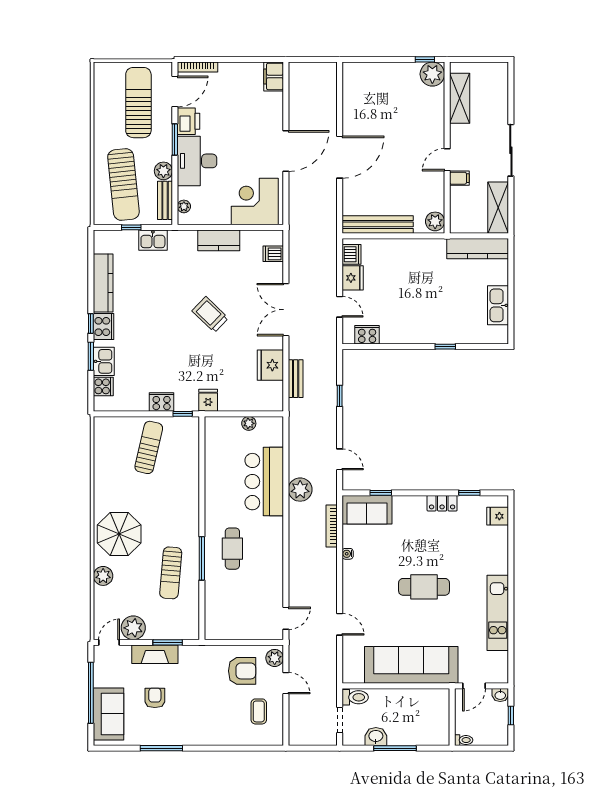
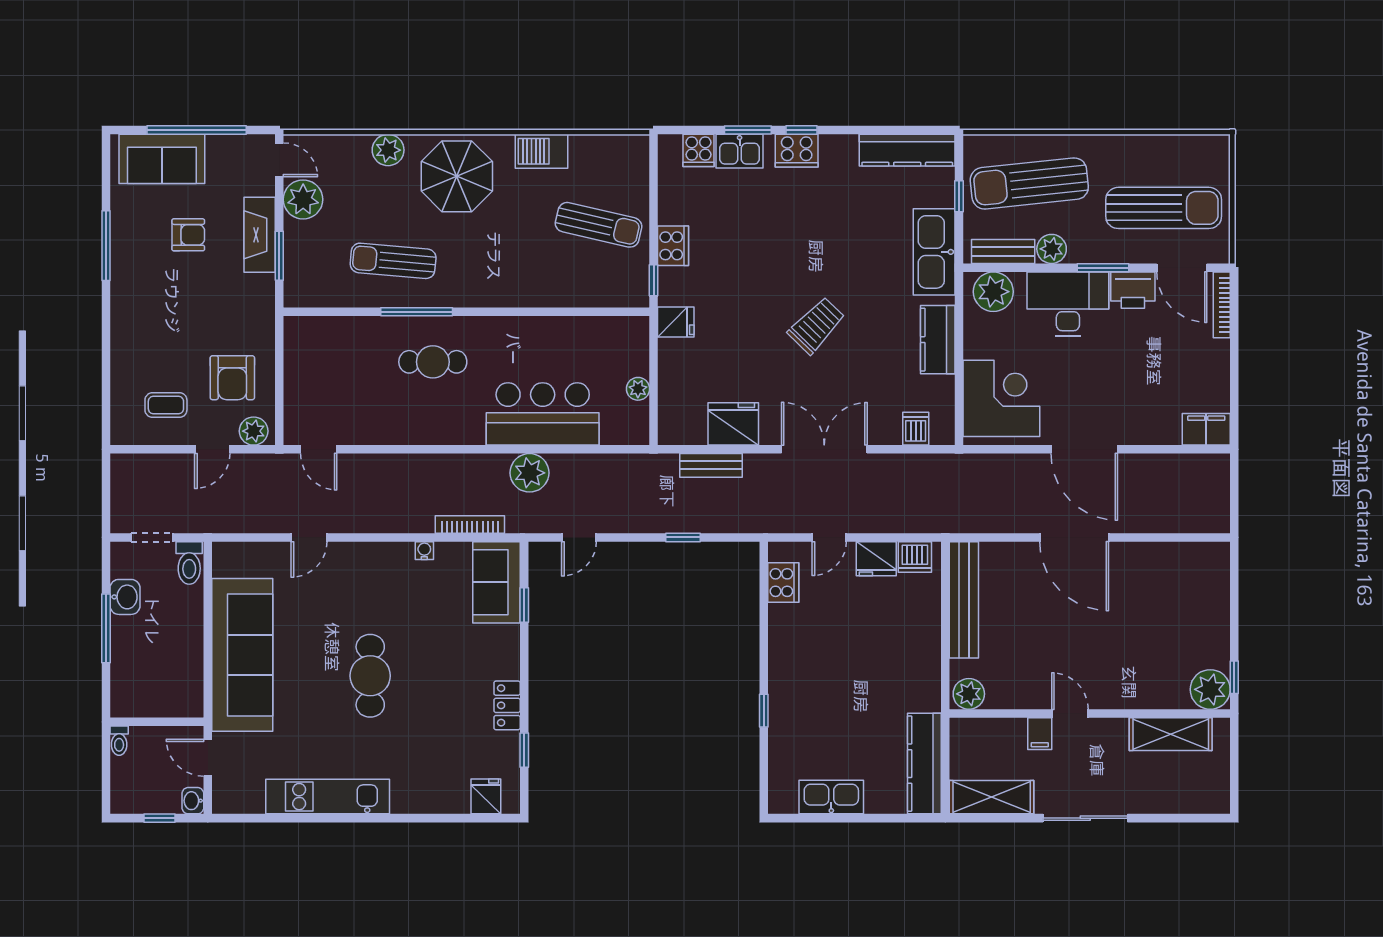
plant: (184, 206) -> (993, 292), width x1.87, depth x1.87
kitchen sink: (153, 240) -> (934, 252), width x1.87, depth x1.24
kitchen counter: (103, 283) -> (907, 150), moved
barbecue: (104, 482) -> (541, 151), added

